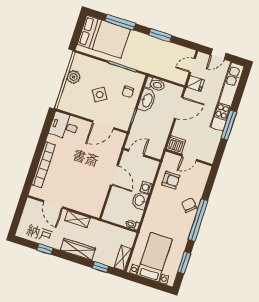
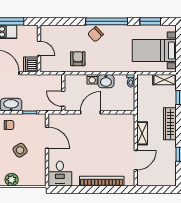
dishwasher: (176, 145) -> (31, 65), moved
door: (189, 158) -> (39, 48), moved
wall: (189, 158) -> (39, 48), moved

